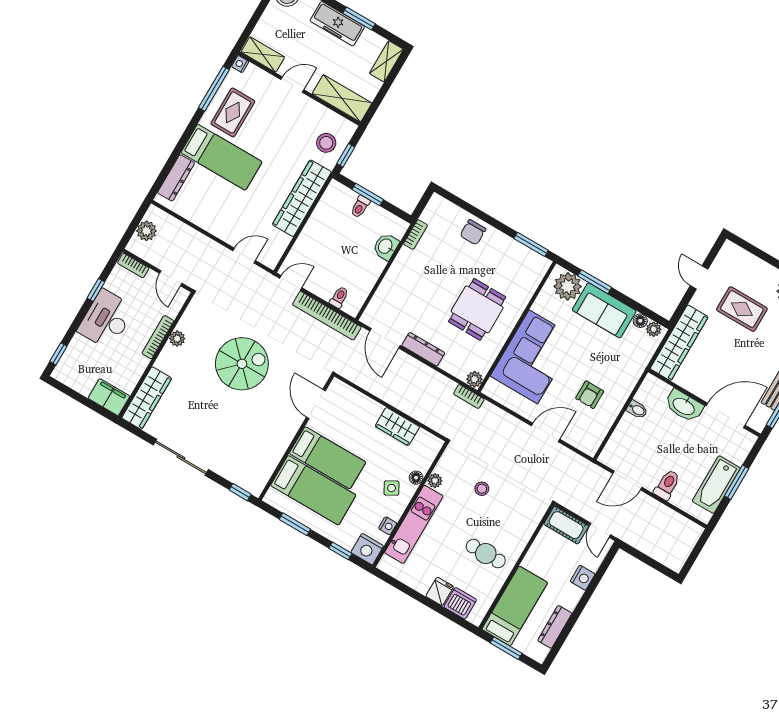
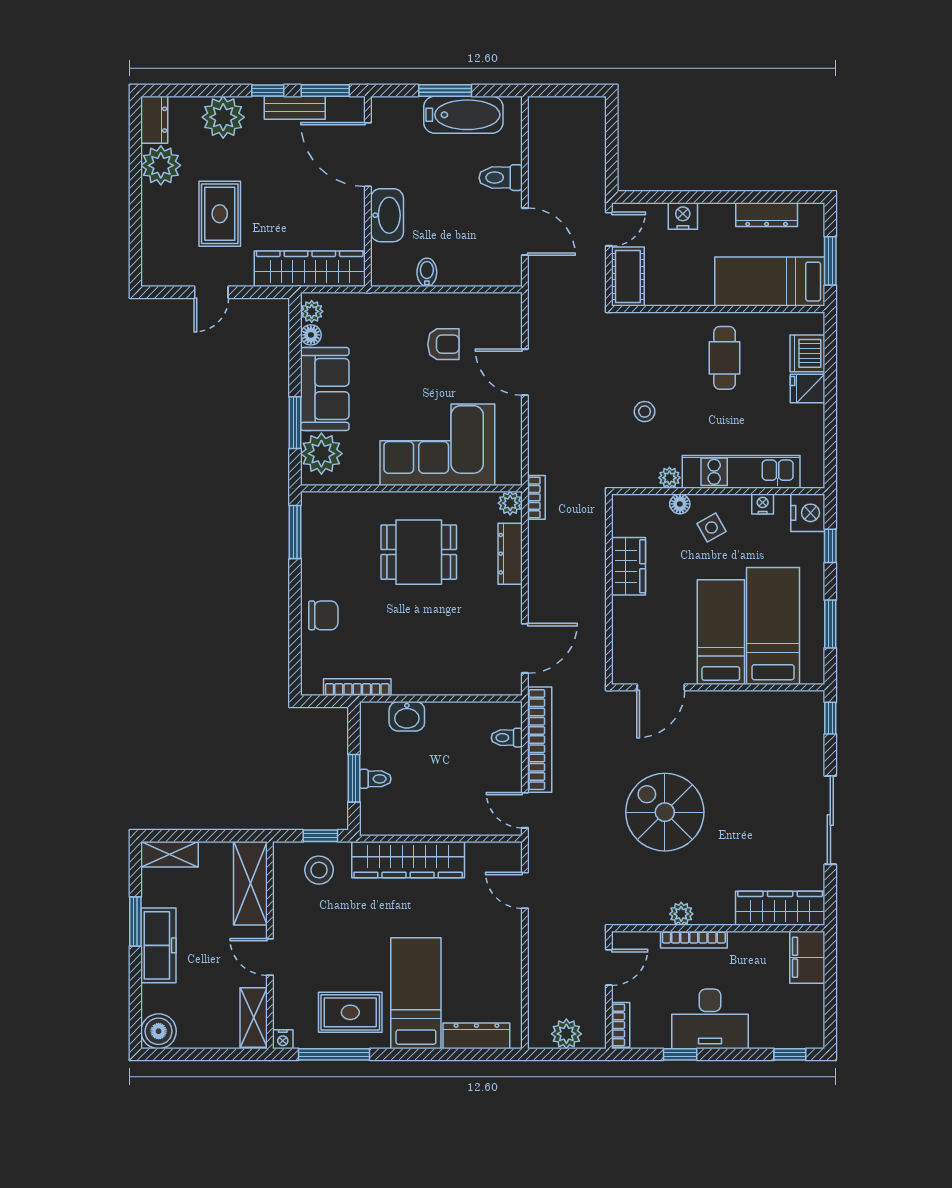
bookcase: (415, 235) -> (357, 687), width x1.56
dresser: (423, 349) -> (510, 554), moved

